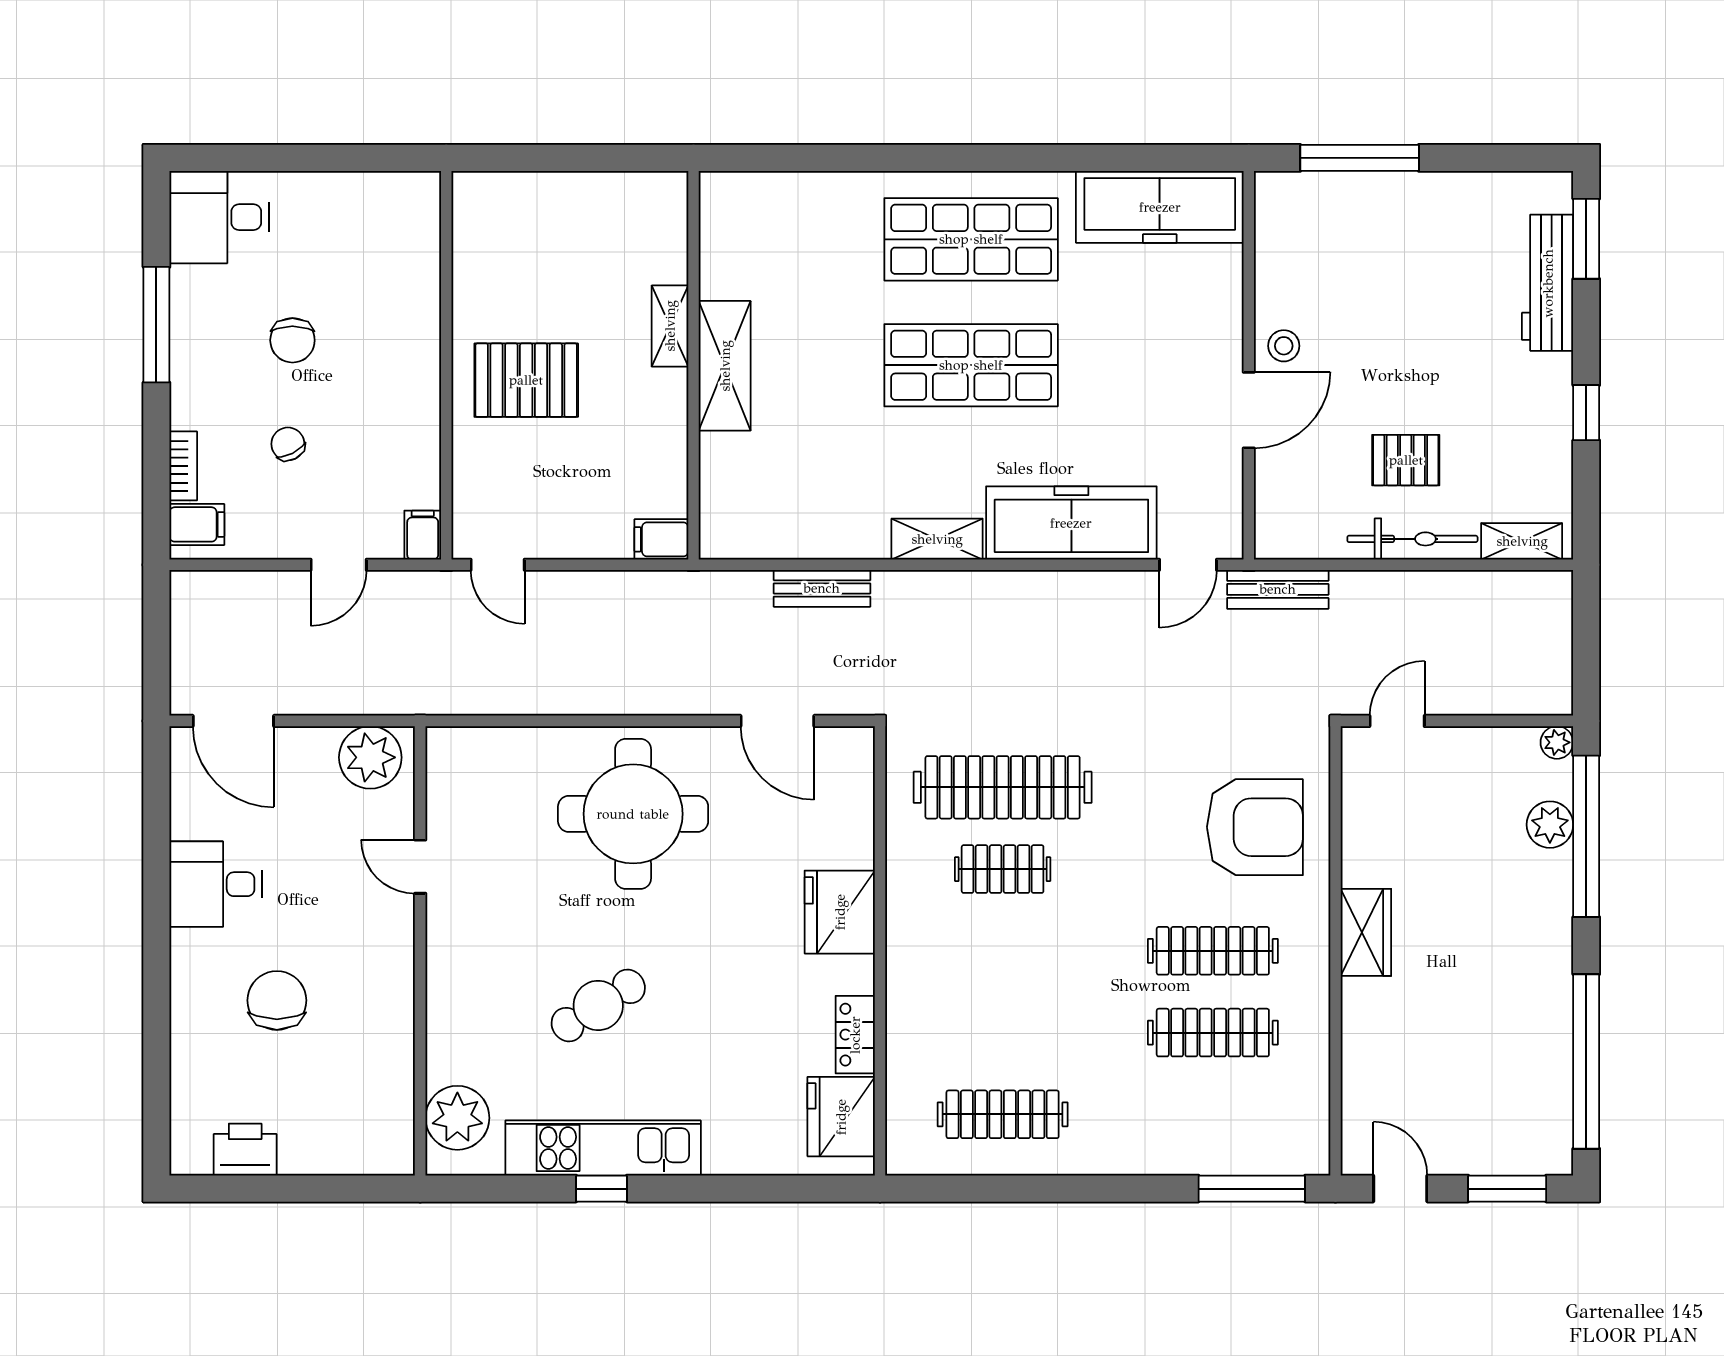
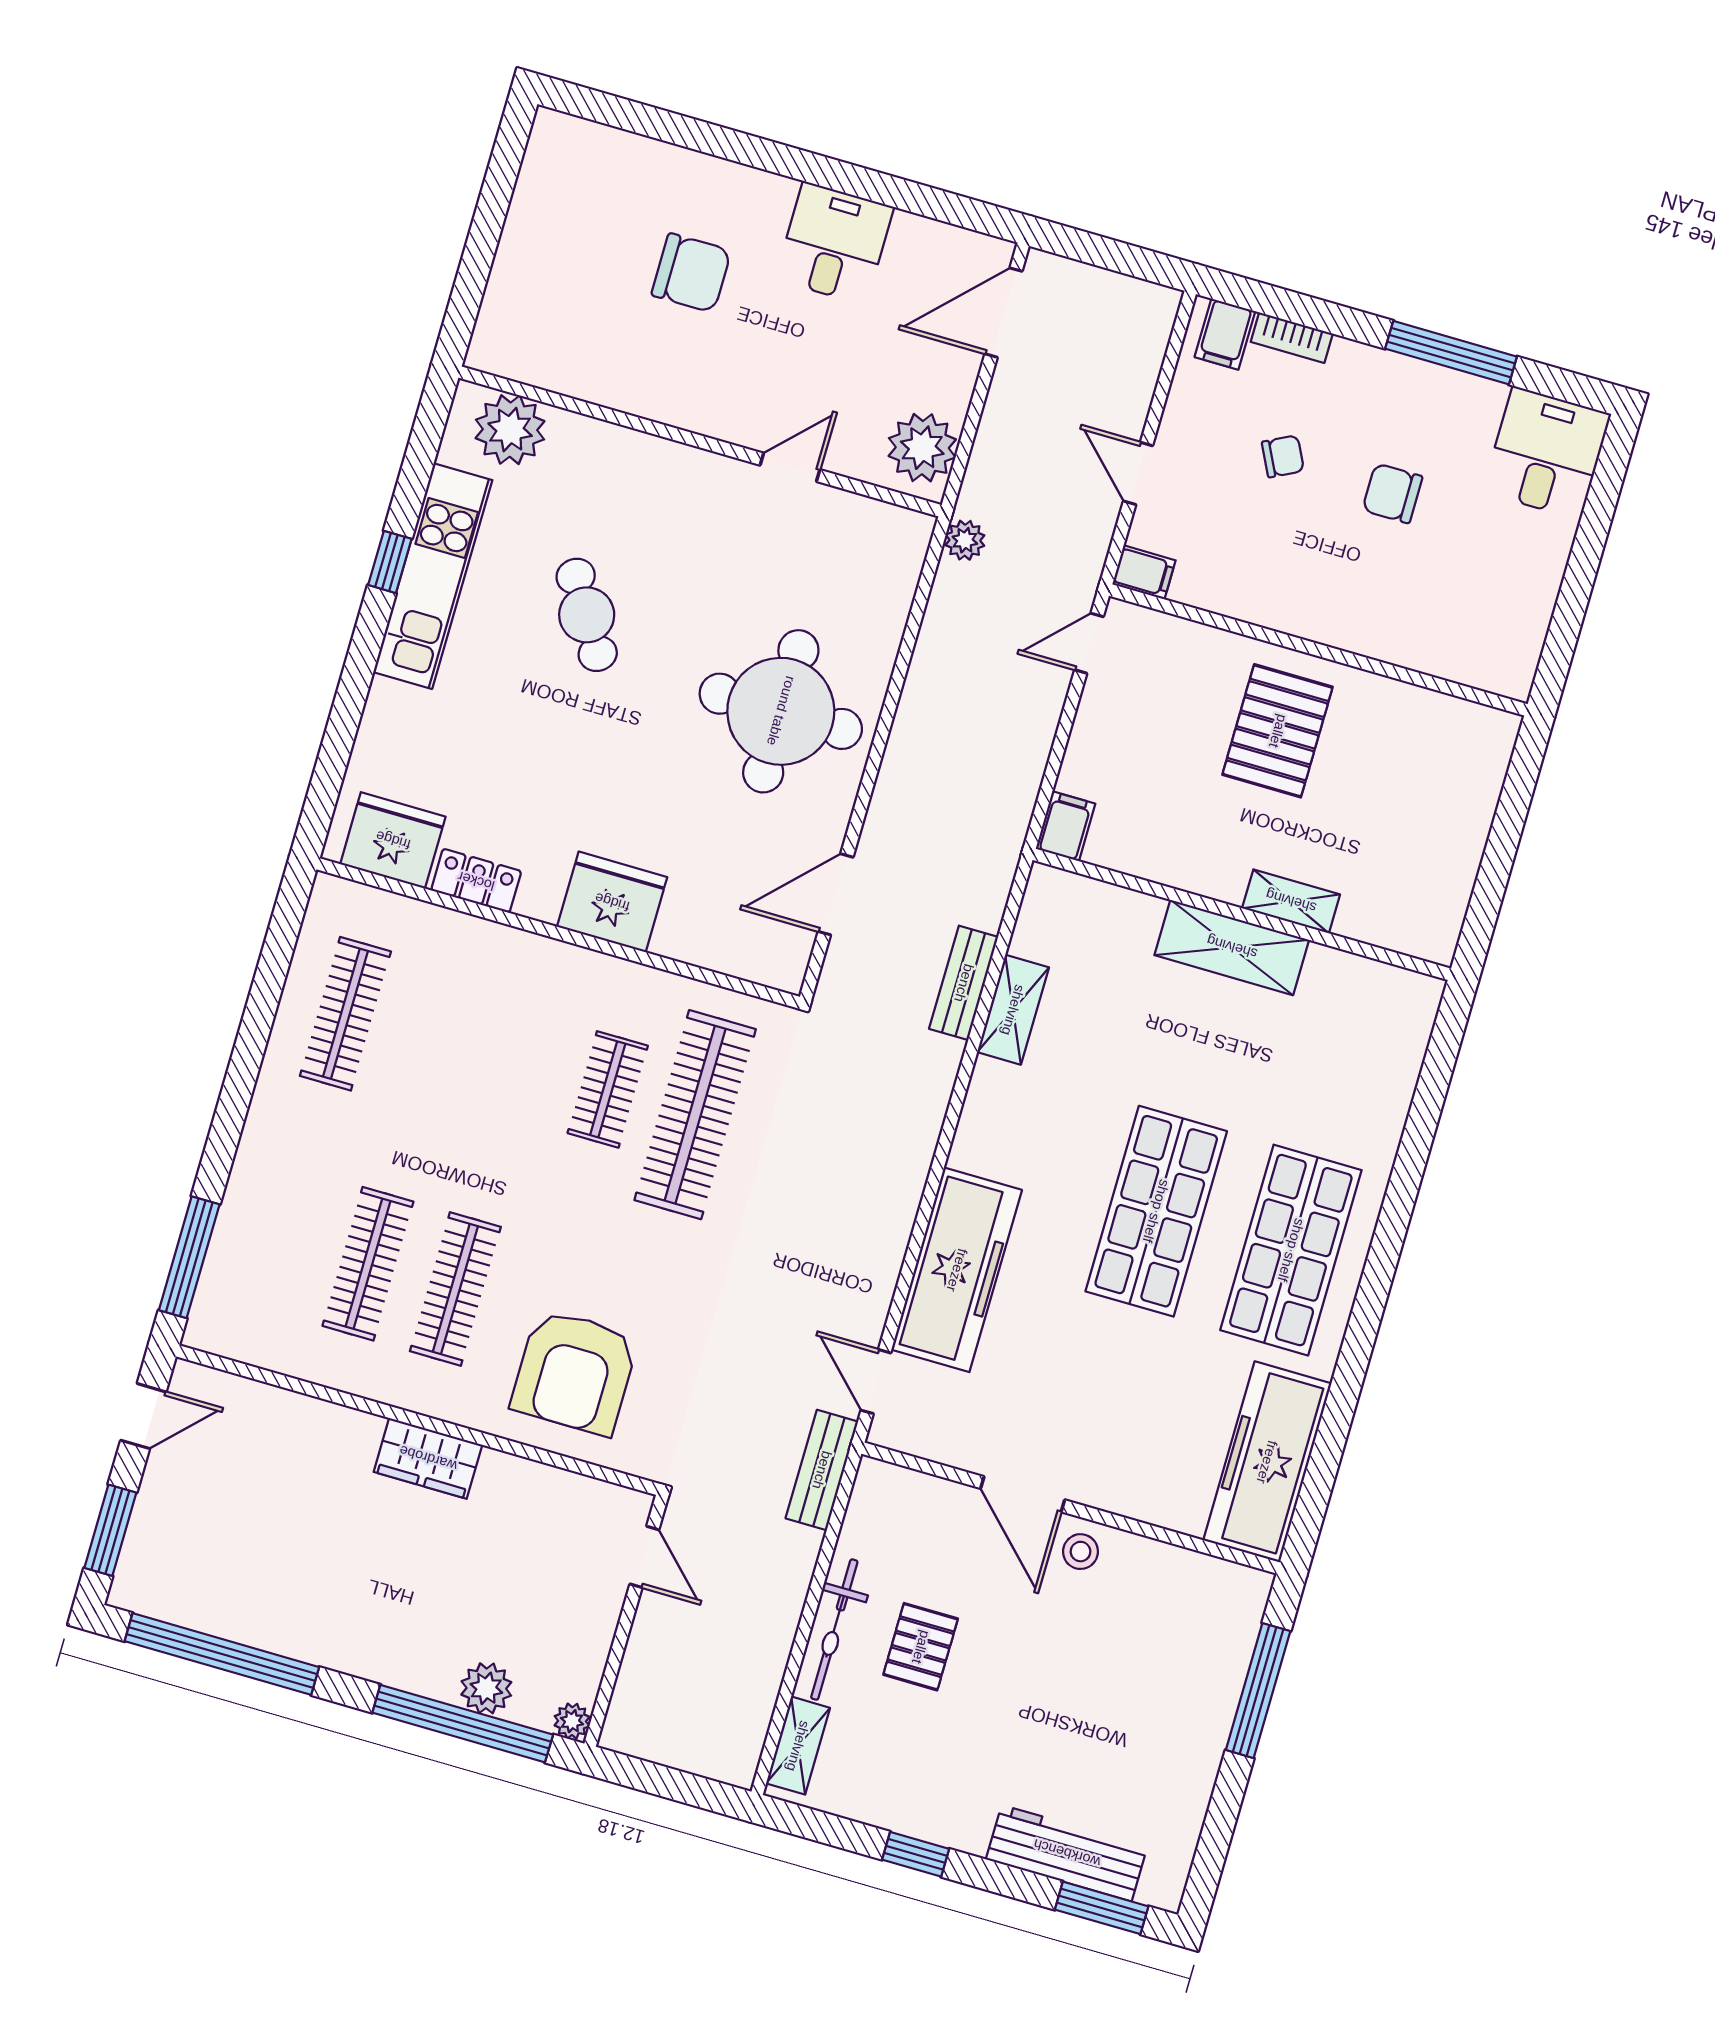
shelving: (937, 539) -> (1013, 1010), moved
plant: (440, 698) -> (965, 540), added
printer: (245, 1150) -> (542, 193), removed

